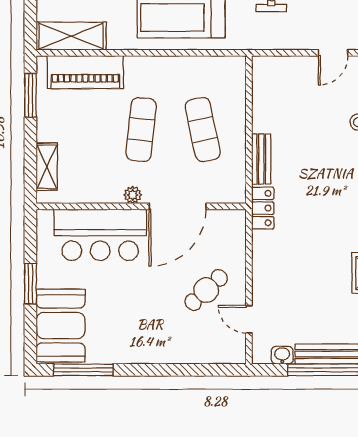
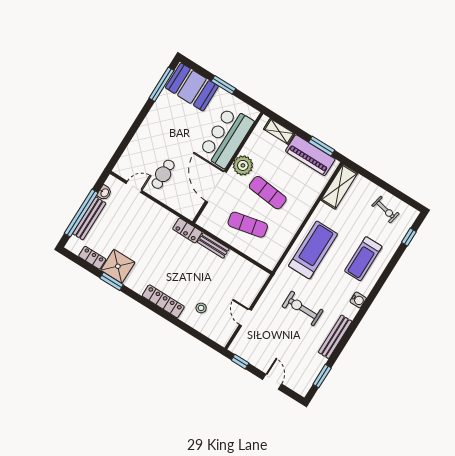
piano: (85, 72) -> (310, 155), moved, turned -90
plant: (133, 195) -> (243, 165), width x1.87, depth x1.87
cafe table: (206, 290) -> (163, 174), turned 43

